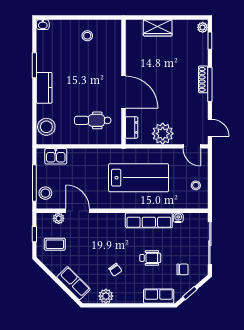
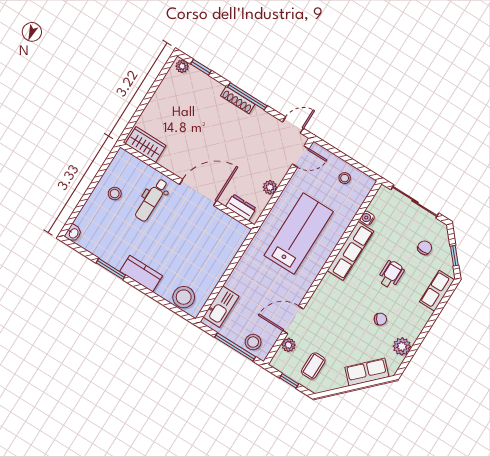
wardrobe: (158, 28) -> (146, 145), moved, turned -90
dental chair: (93, 120) -> (152, 200), moved
plant: (163, 134) -> (270, 187), width x0.53, depth x0.53
kitchen sink: (56, 156) -> (221, 307), width x1.38

